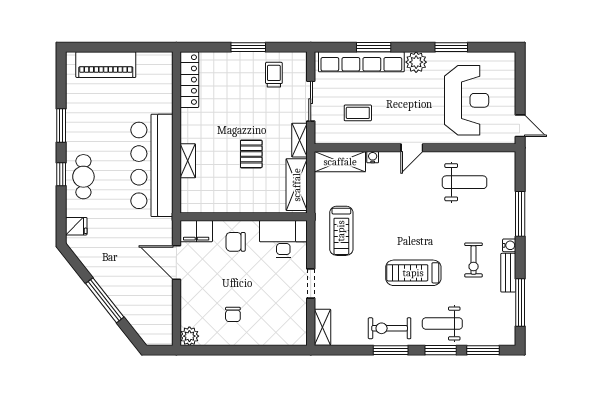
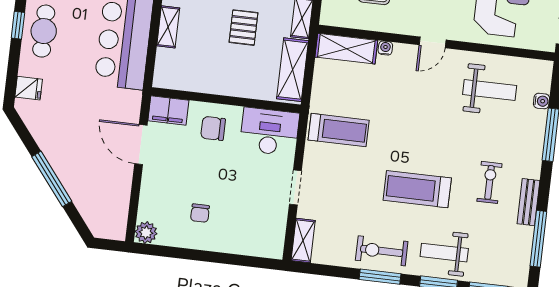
treadmill: (341, 231) -> (339, 130), turned -90
water cooler: (509, 245) -> (541, 101), moved
exercise bike: (474, 260) -> (489, 182), turned 180

